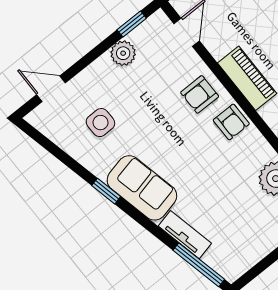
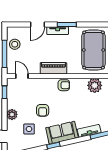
plant: (123, 53) -> (12, 114), moved
armchair: (200, 94) -> (43, 110), moved

